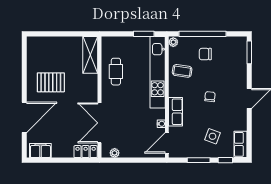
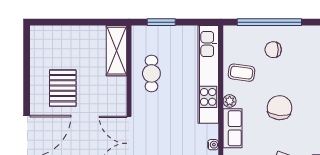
window: (144, 34) -> (161, 22), moved
plant: (173, 42) -> (230, 101), moved
pallet: (51, 82) -> (63, 88), turned 90
chair: (210, 97) -> (280, 108), width x1.87, depth x1.87

